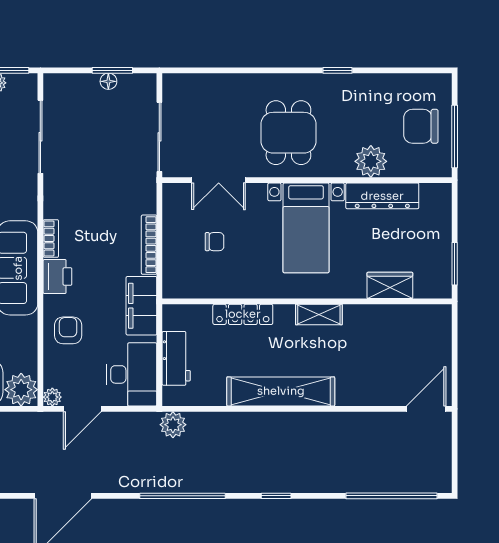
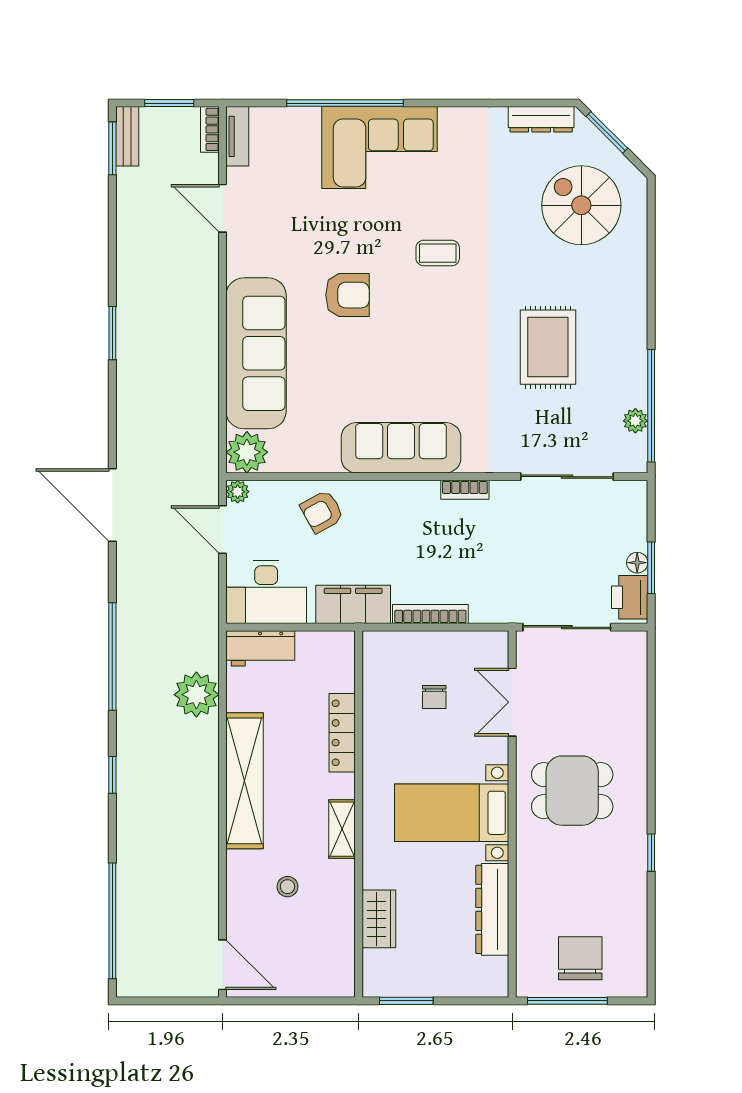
plant: (371, 161) -> (536, 895), removed
bookcase: (51, 238) -> (465, 490), moved
printer: (57, 276) -> (630, 597), moved, turned 90
armchair: (68, 330) -> (322, 512), turned 151
workbench: (176, 358) -> (260, 648), moved
stool: (364, 358) -> (287, 887), added
plant: (173, 425) -> (196, 695), moved, width x1.36, depth x1.36

